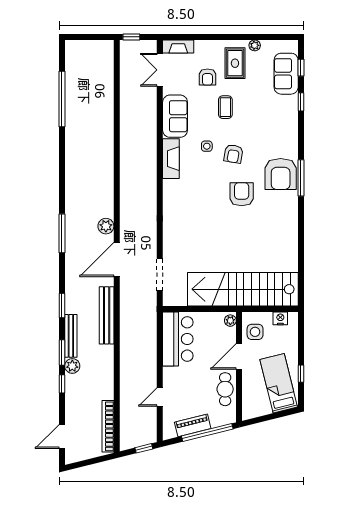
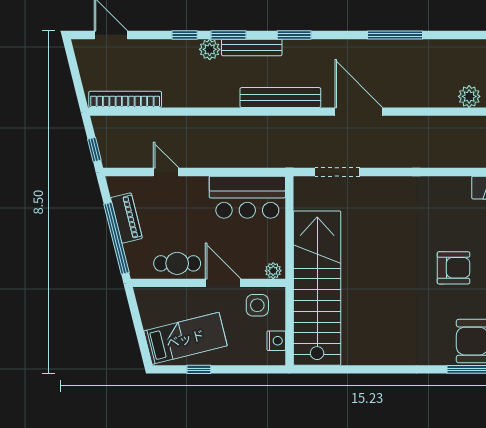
armchair: (242, 194) -> (453, 268), moved
plant: (106, 226) -> (469, 96), moved

